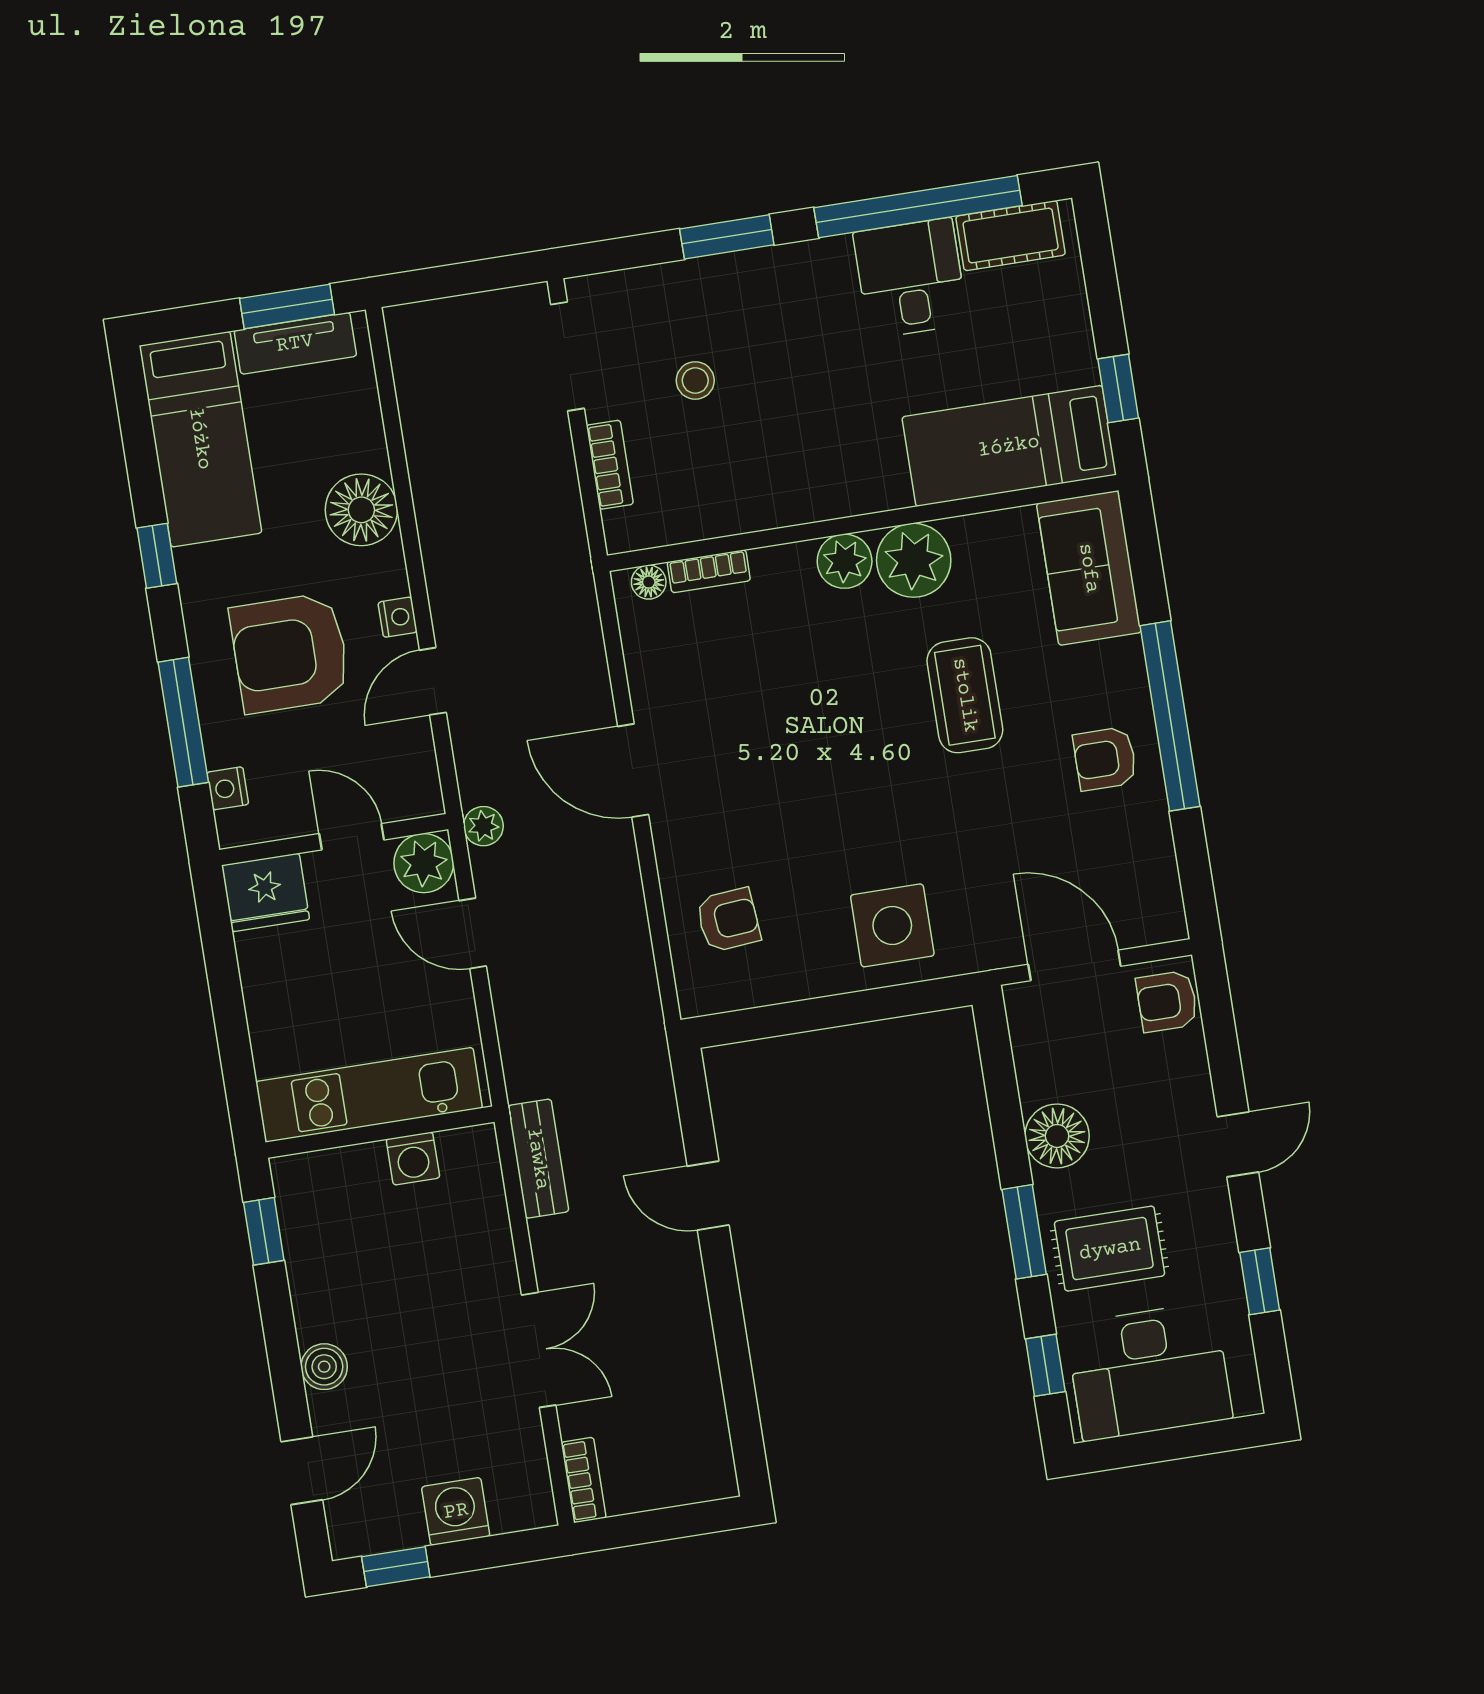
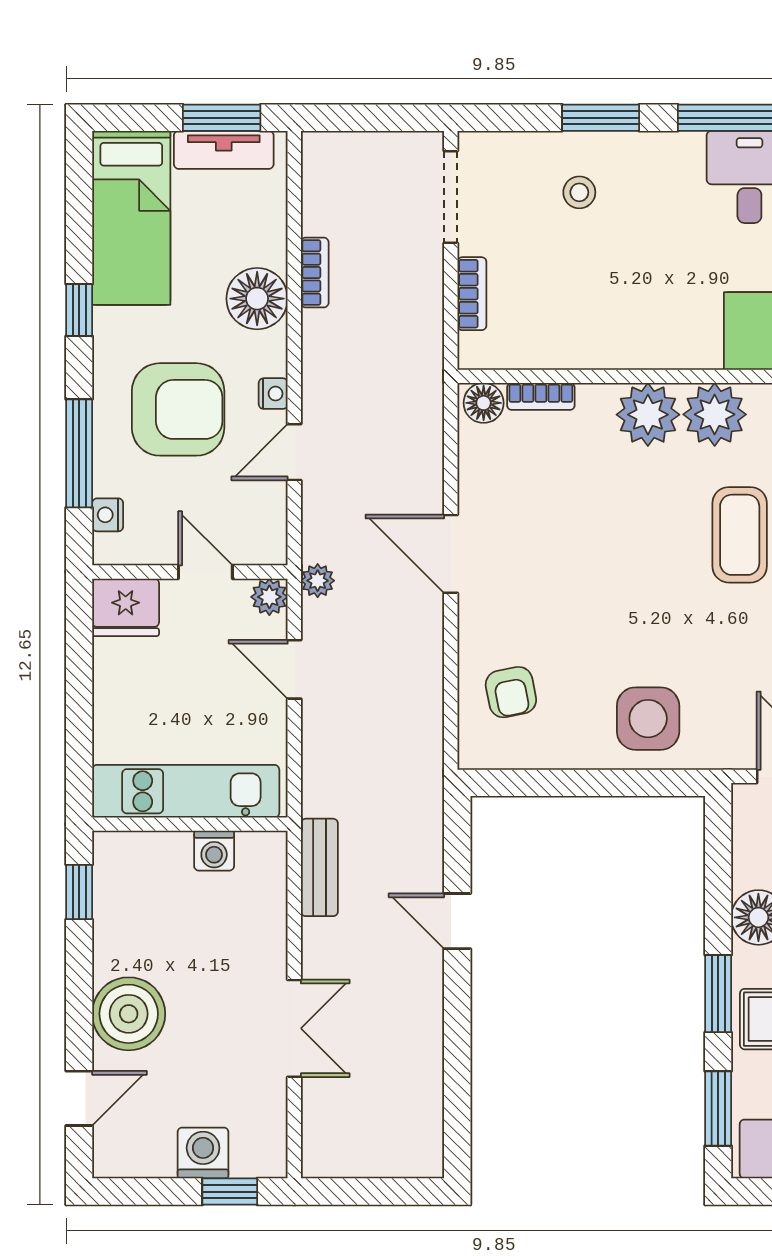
stool: (695, 380) -> (579, 192), moved
plant: (845, 561) -> (648, 415), width x1.36, depth x1.36
floor lamp: (649, 582) -> (484, 403), width x1.37, depth x1.37
armchair: (290, 653) -> (178, 409), turned 180
plant: (424, 863) -> (269, 597), width x0.73, depth x0.73
armchair: (728, 920) -> (511, 692), turned 84
window: (1045, 1365) -> (718, 1109), width x1.50
boiler: (324, 1367) -> (129, 1014), width x1.86, depth x1.86
bookcase: (584, 1480) -> (315, 273), moved
window: (396, 1567) -> (230, 1192), moved

